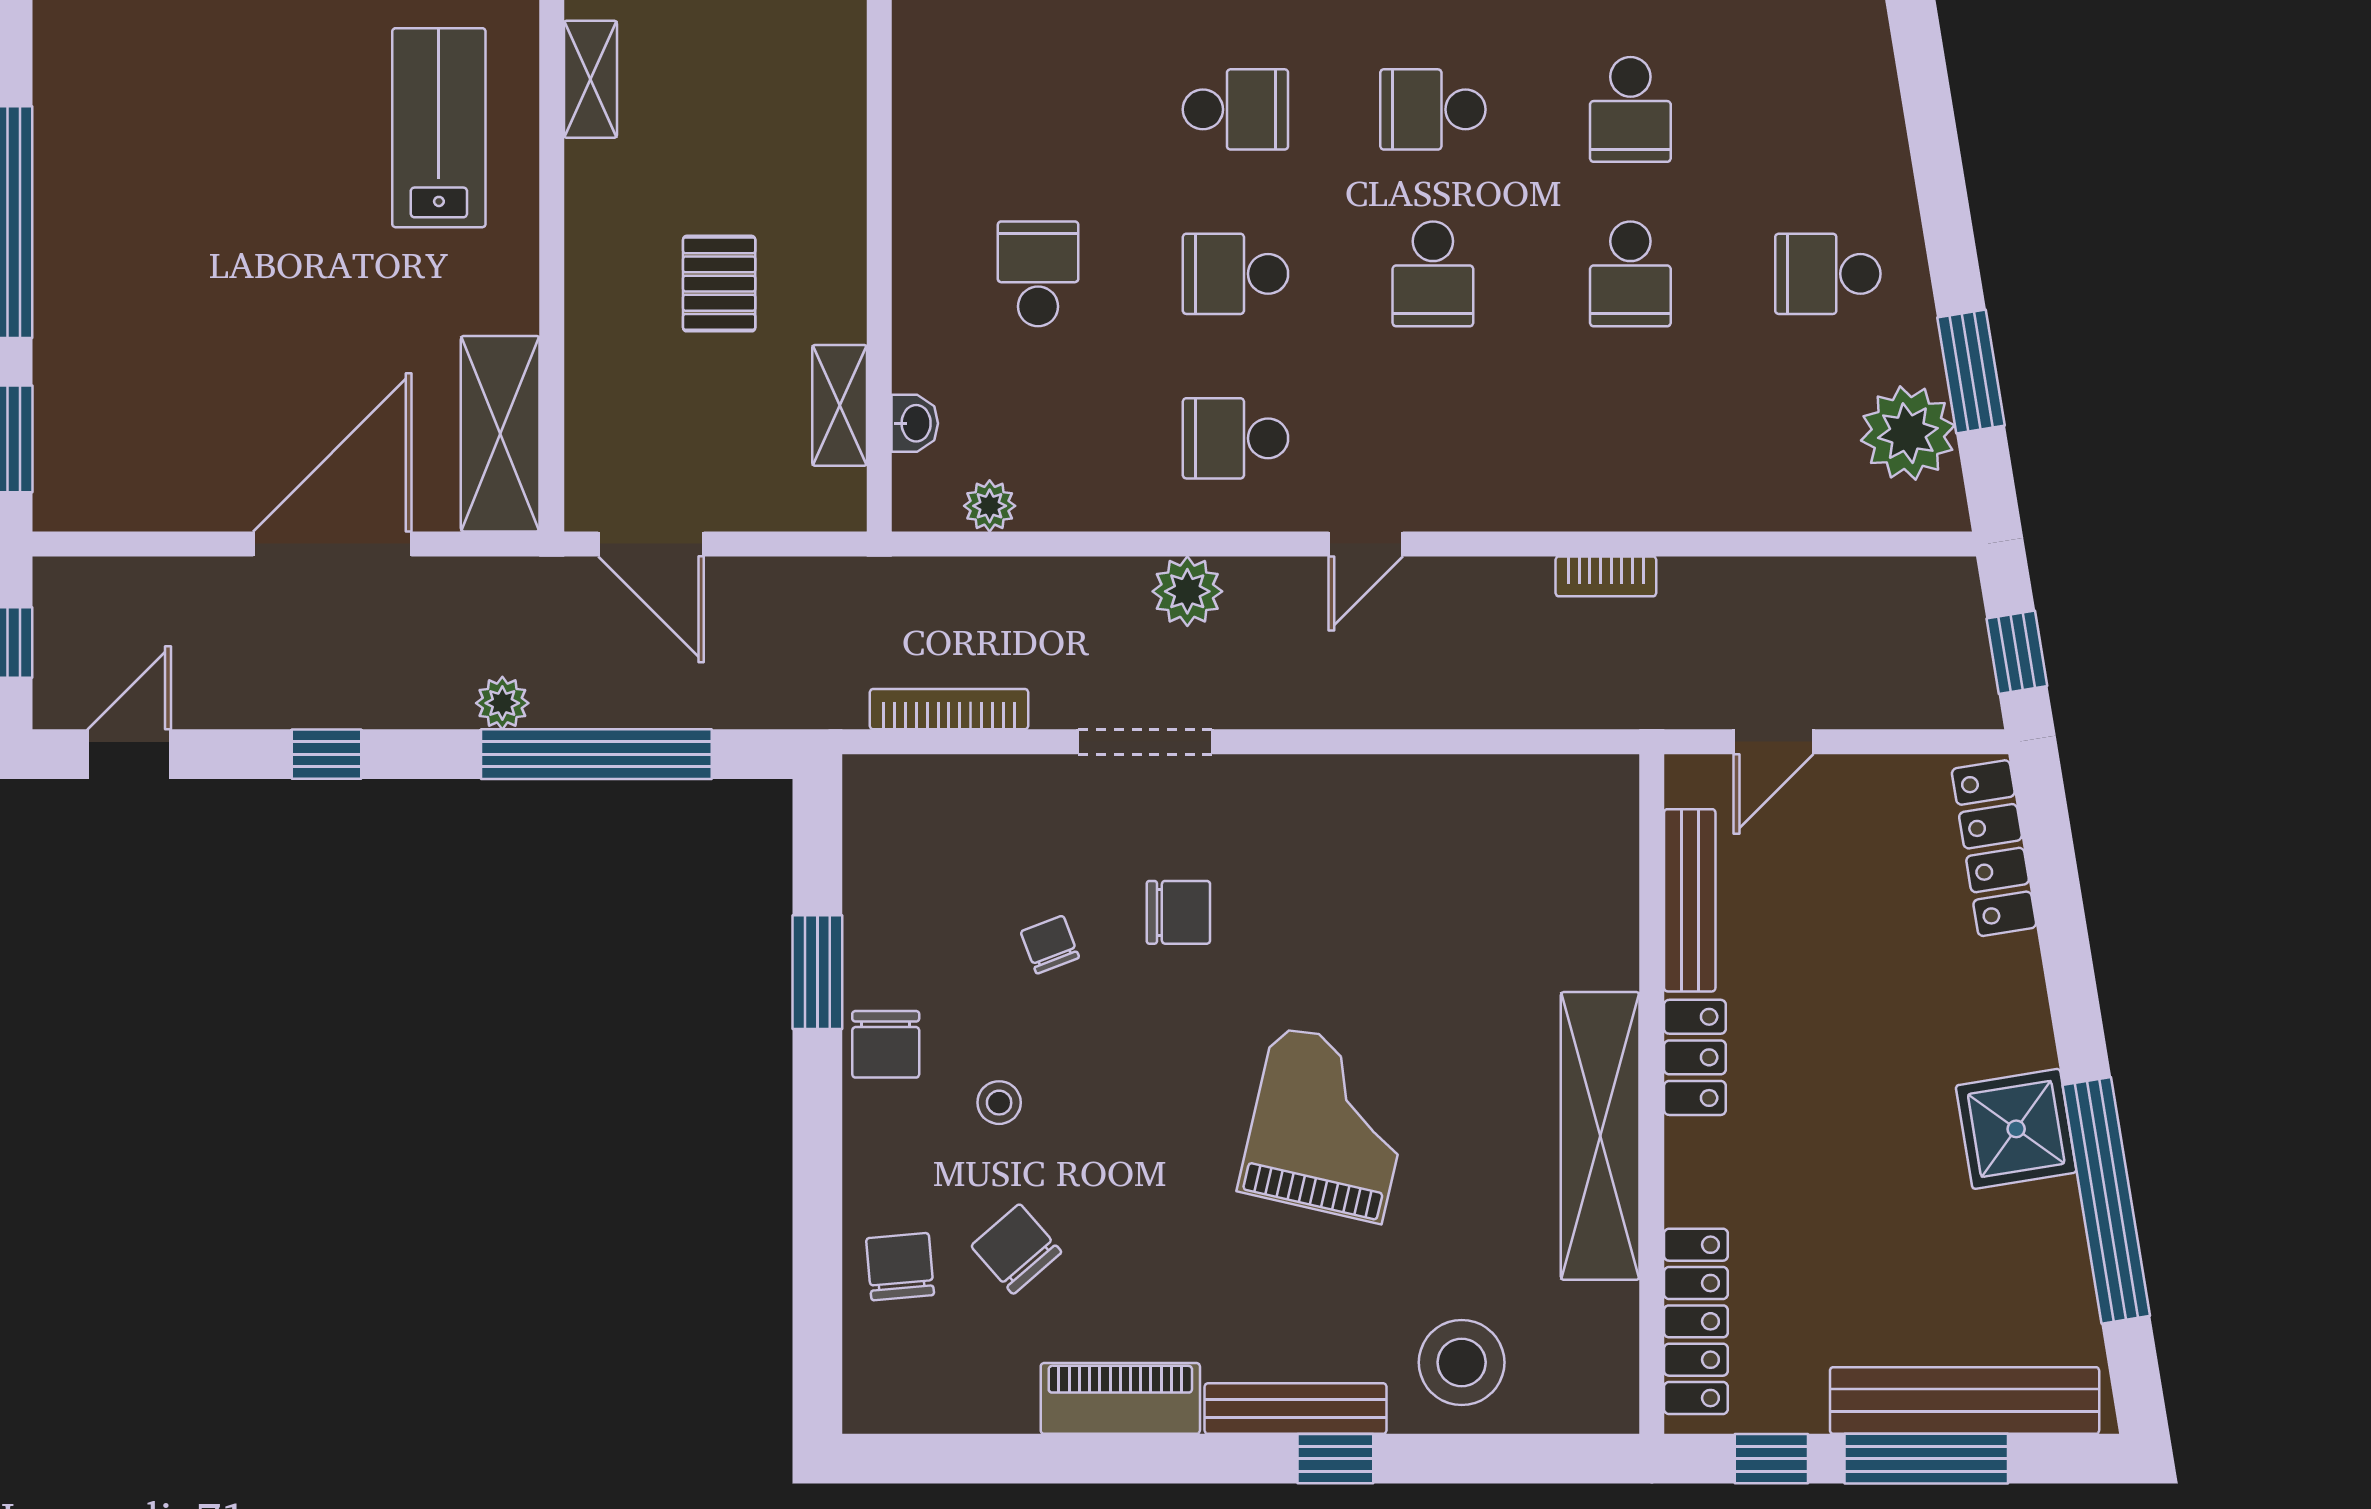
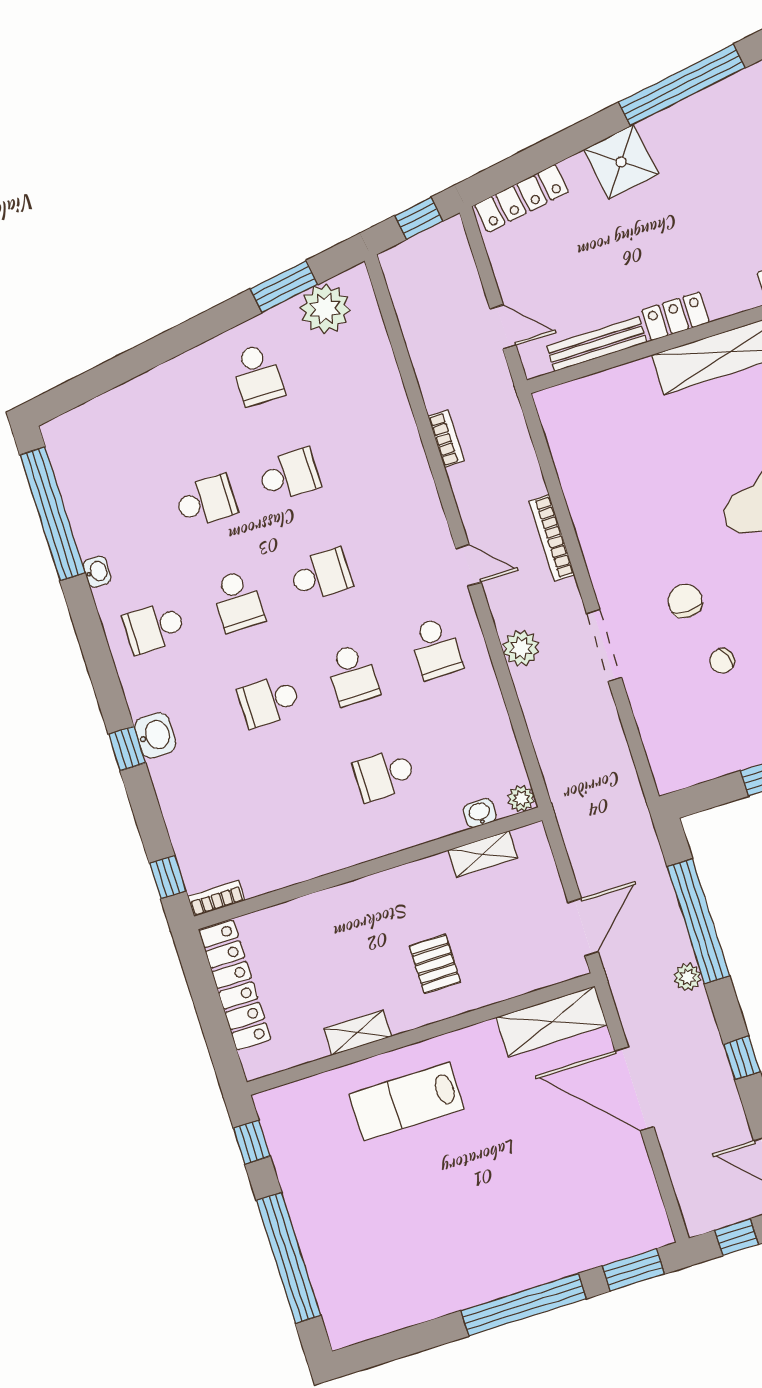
school desk: (1235, 109) -> (269, 701), turned -90
pallet: (719, 284) -> (435, 964), moved, turned 90
plant: (990, 506) -> (521, 799), moved
bookcase: (949, 709) -> (552, 538), moved
shower: (2016, 1129) -> (621, 162), moved

